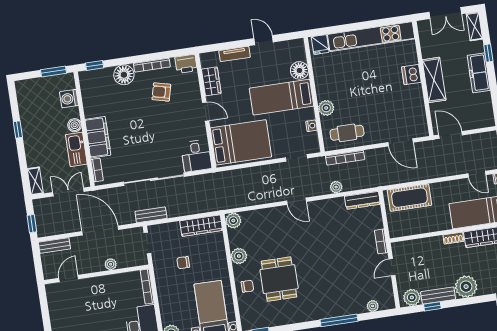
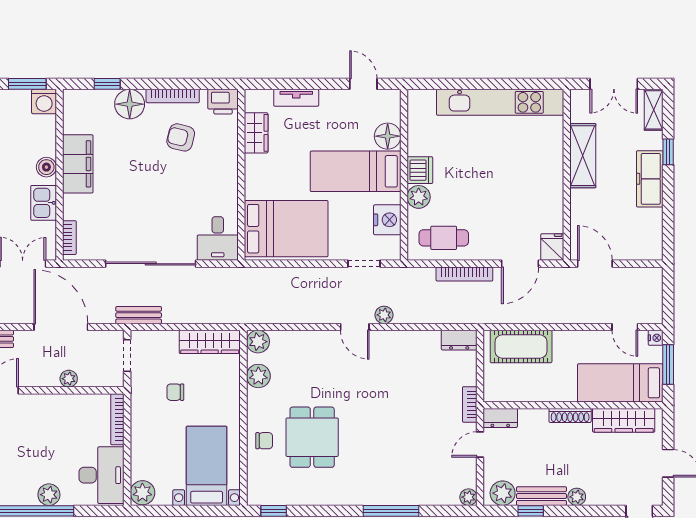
door: (264, 40) -> (363, 84), moved
fridge: (320, 45) -> (552, 247), moved, turned 180
window: (95, 65) -> (107, 84), moved
dishwasher: (411, 75) -> (420, 170), moved, turned 180
shelving: (434, 80) -> (583, 156), moved
washing machine: (69, 99) -> (44, 102), moved, turned -90
door: (206, 112) -> (241, 176), removed
nightstand: (312, 126) -> (387, 220), width x1.89, depth x1.79
filing cabinet: (98, 137) -> (78, 164), moved
door: (401, 142) -> (520, 264), hinge flipped
kitchen sink: (76, 149) -> (44, 203), width x0.73
bookcase: (345, 158) -> (464, 274), moved
plant: (336, 187) -> (384, 315), moved
dresser: (362, 200) -> (459, 340), width x0.70
shoe rack: (453, 238) -> (570, 415), width x1.43
dresser: (403, 247) -> (500, 418), added
plant: (239, 256) -> (258, 376), moved
plant: (466, 287) -> (577, 497), width x0.53, depth x0.53
plant: (373, 306) -> (468, 497), moved

